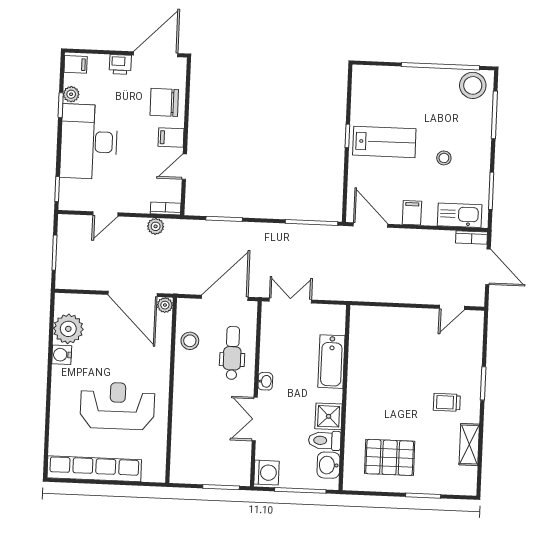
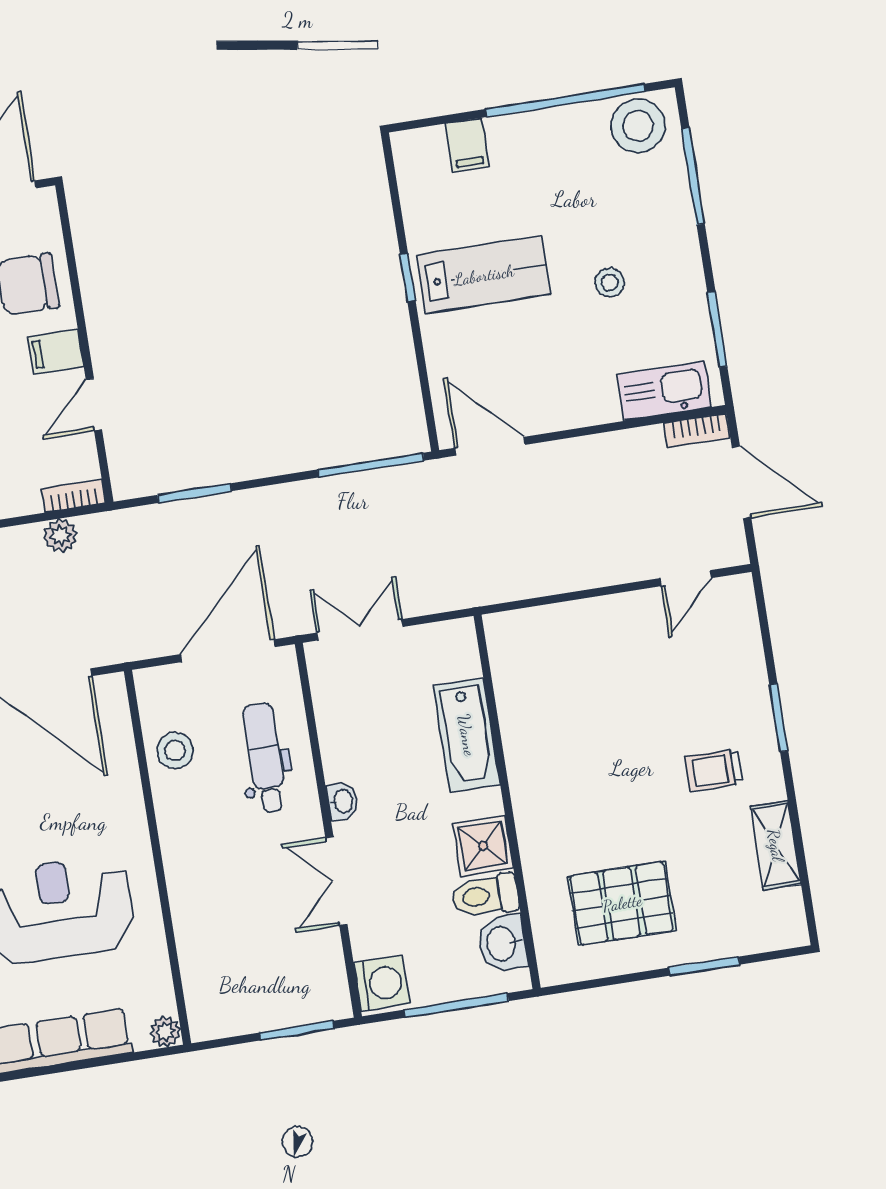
filing cabinet: (412, 213) -> (467, 145), moved, turned 180
plant: (165, 305) -> (165, 1031), moved

